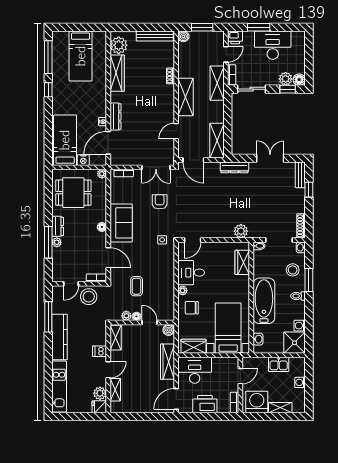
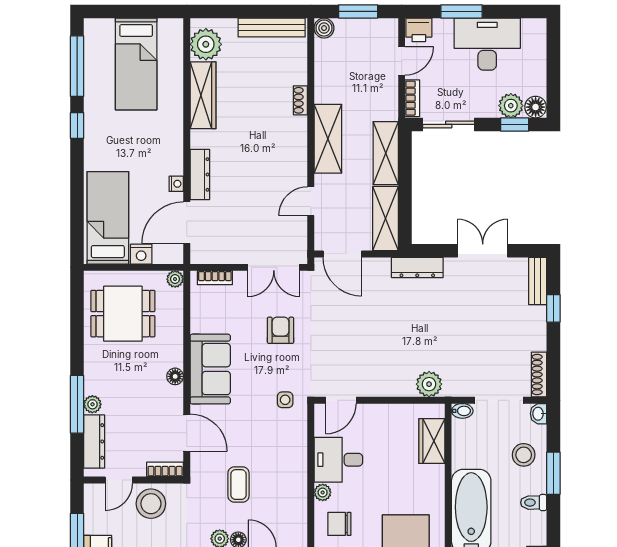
shelving: (217, 83) -> (386, 153), moved
dresser: (58, 226) -> (94, 441), moved, width x1.44

